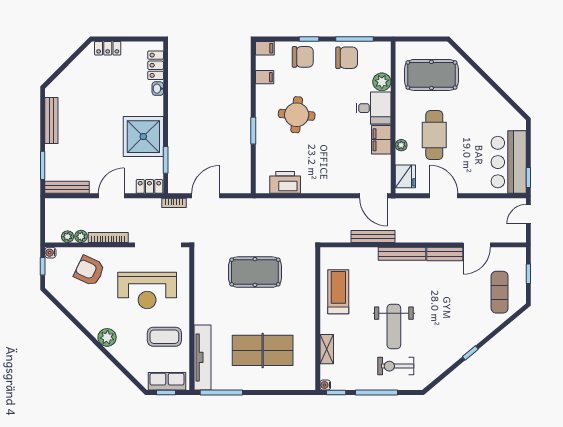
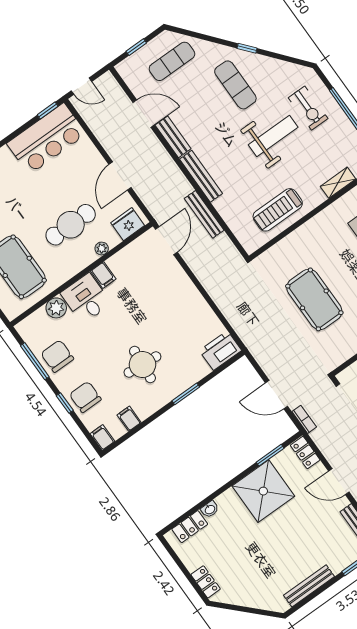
filing cabinet: (381, 140) -> (103, 275), width x0.50
printer: (285, 182) -> (220, 350), moved, turned 90
exercise mat: (450, 326) -> (235, 85), added

